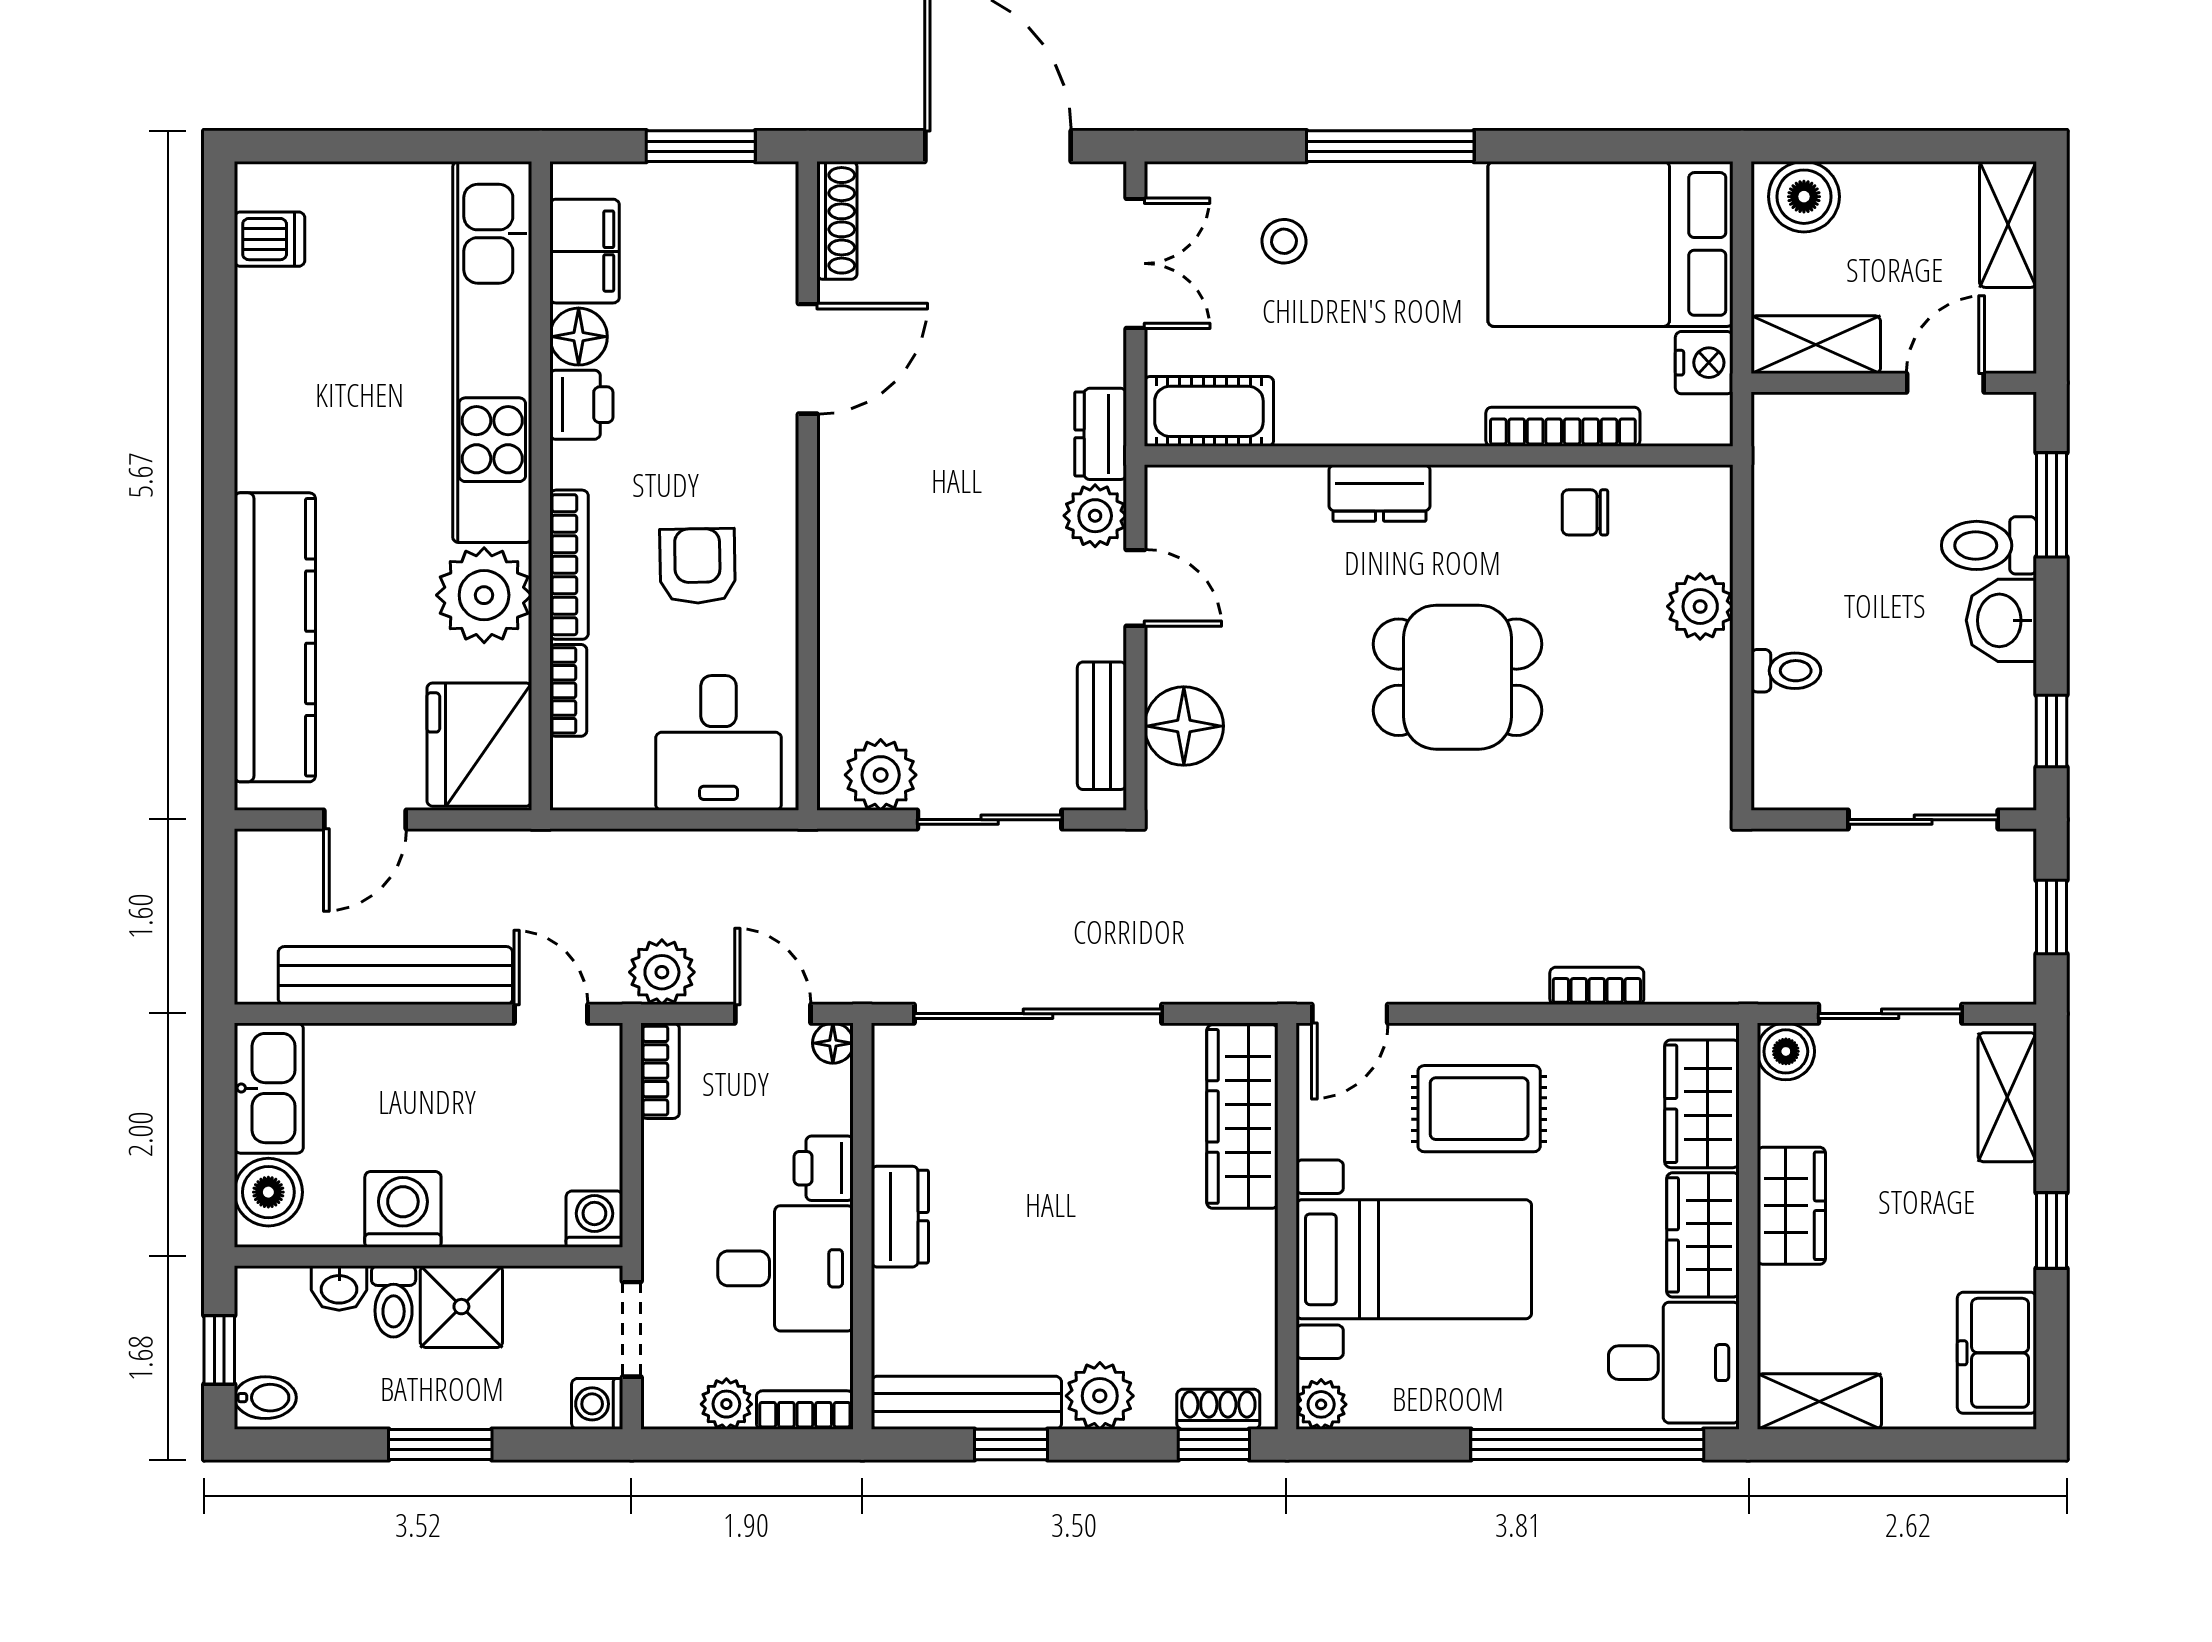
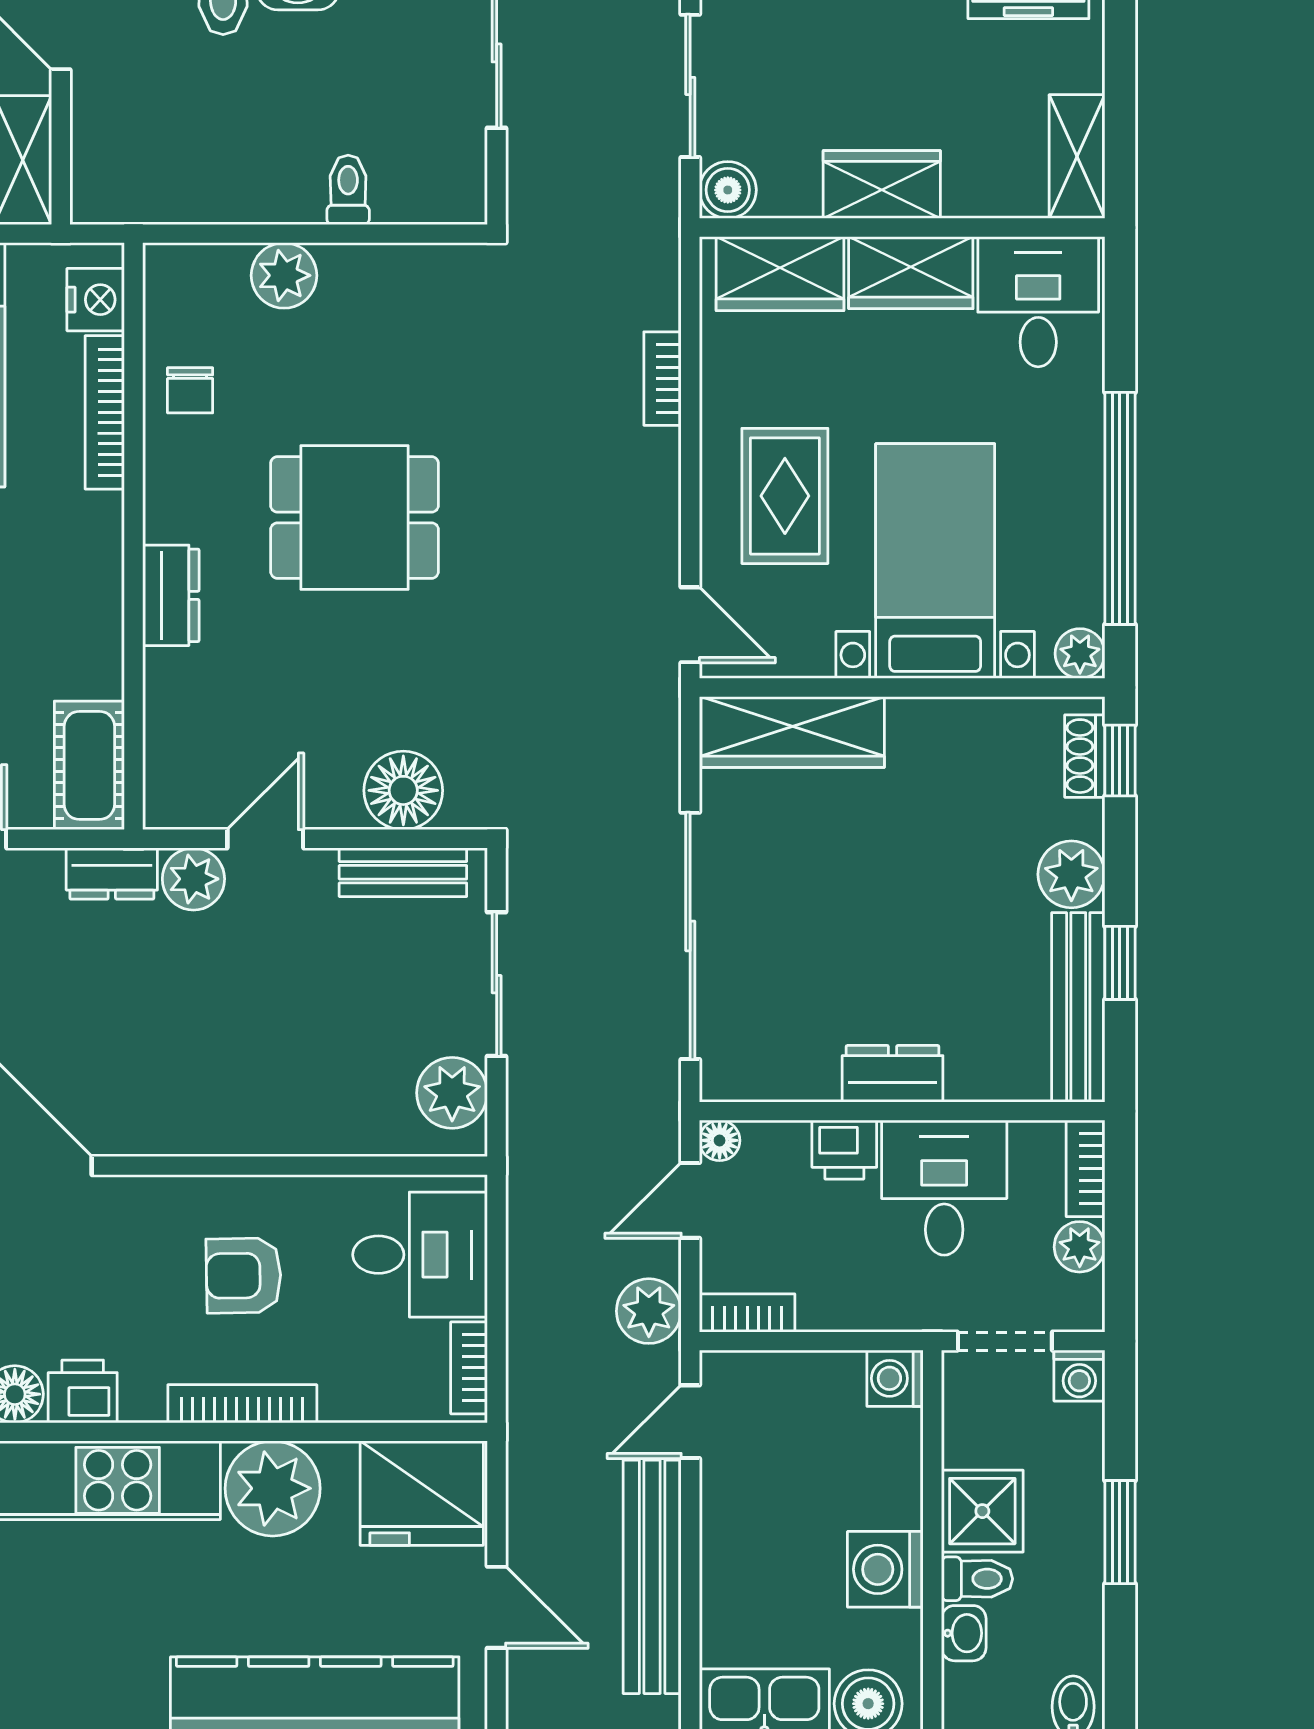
nightstand: (1704, 363) -> (96, 300), moved, turned 90
dining table: (1457, 677) -> (355, 517), turned 90
bookcase: (568, 690) -> (469, 1368), moved, turned -90
window: (1587, 1445) -> (1120, 508), moved

